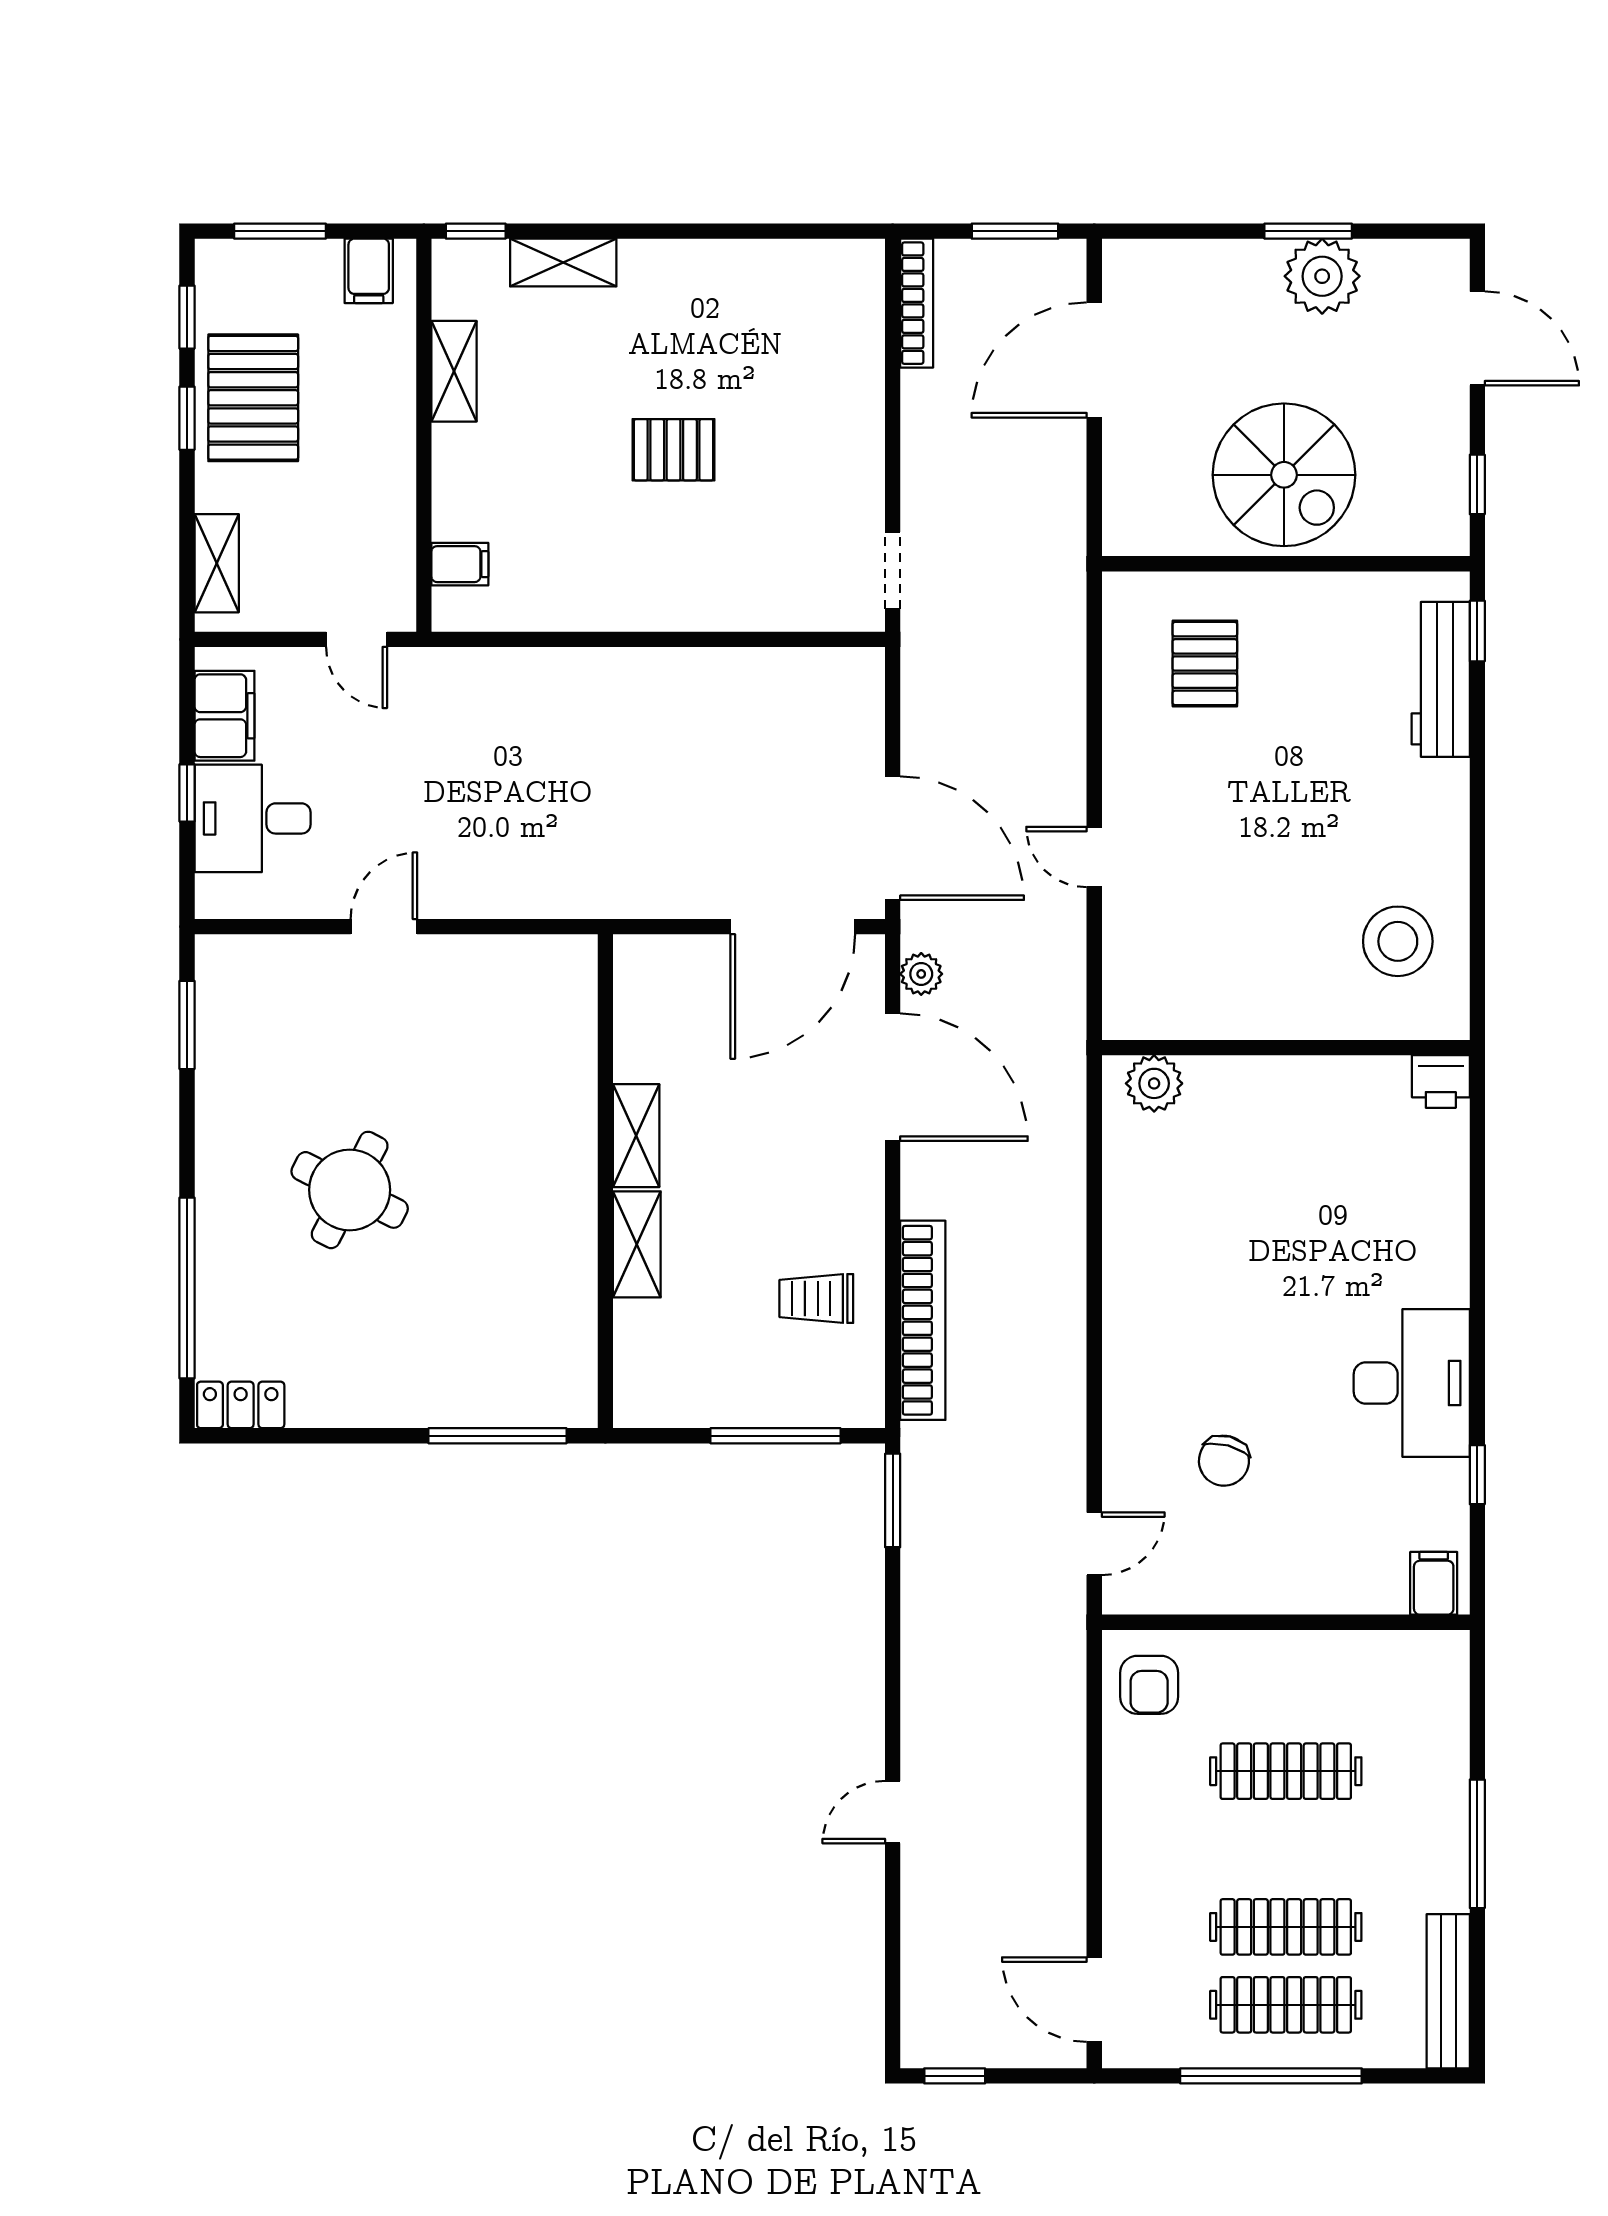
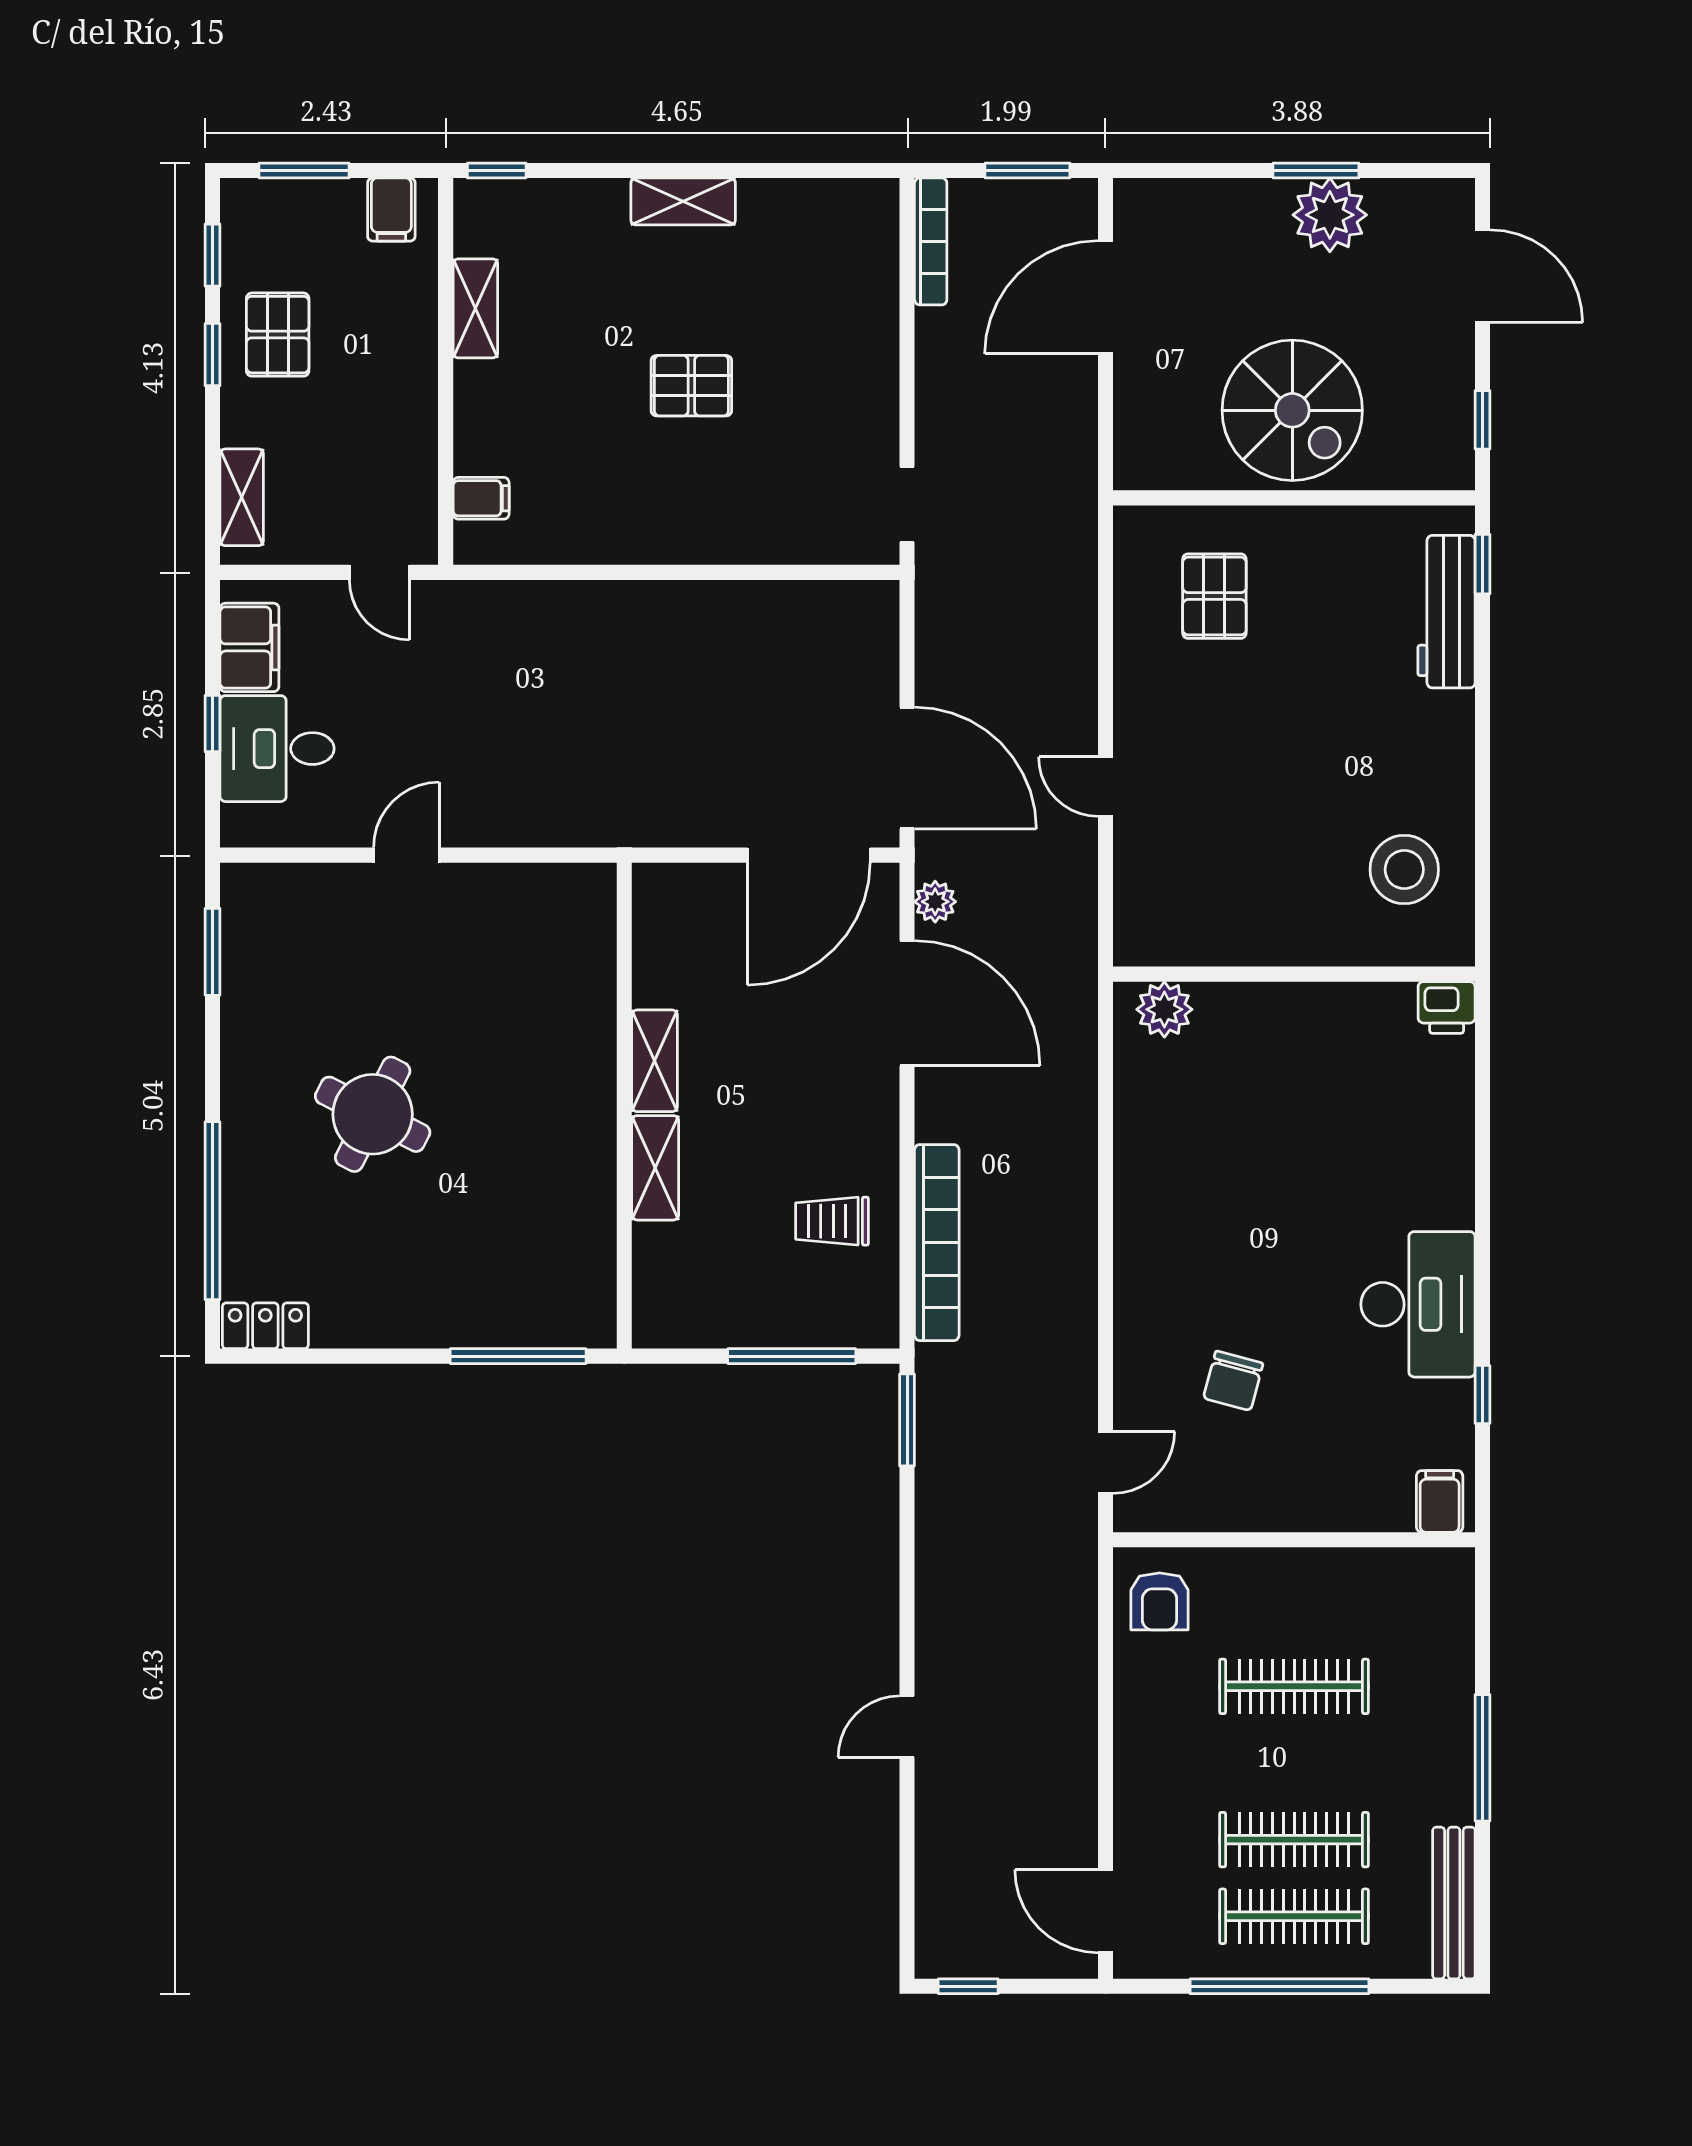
shelving: (563, 263) -> (683, 201), moved
pallet: (253, 398) -> (278, 335), width x0.67, depth x0.71

